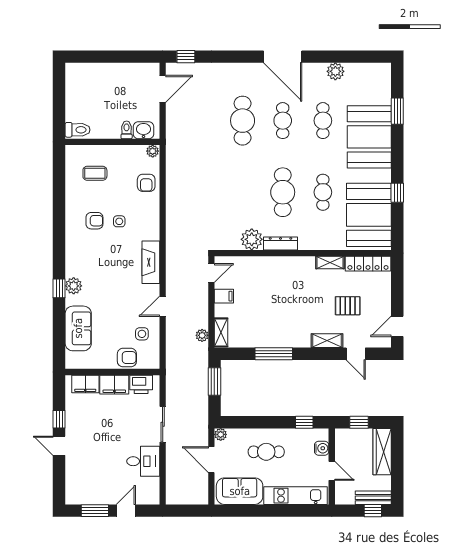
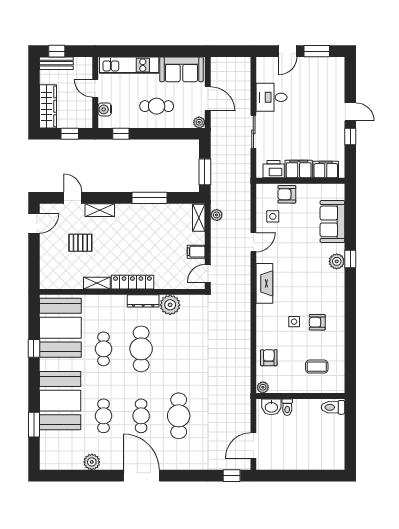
locker: (368, 264) -> (132, 282), moved

